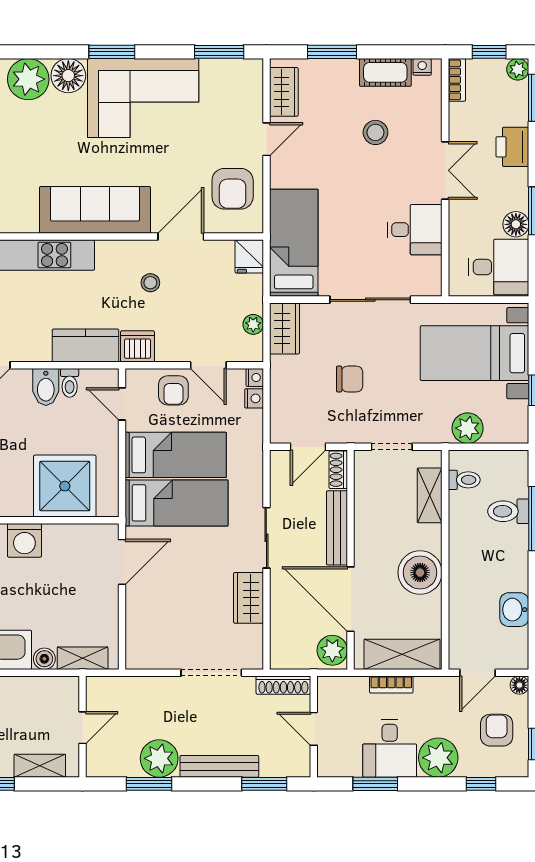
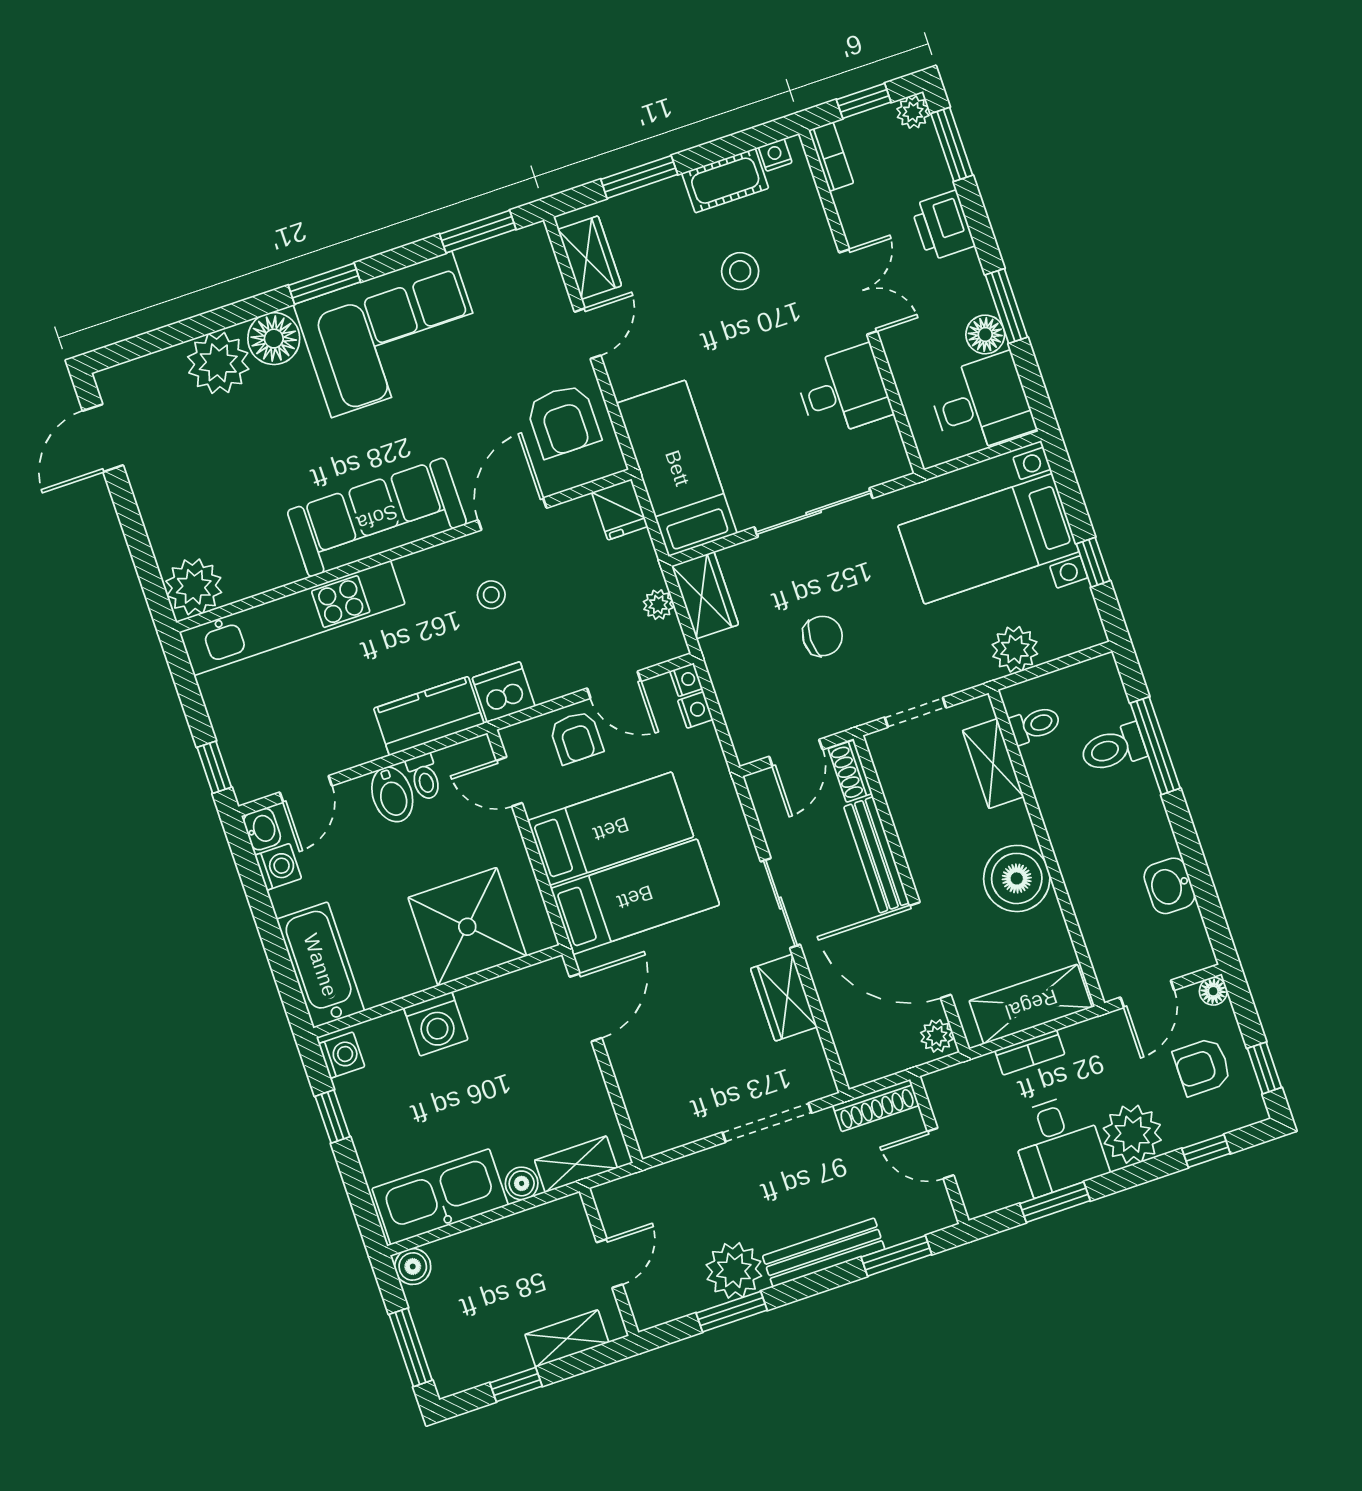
plant: (332, 650) -> (937, 1036), width x0.73, depth x0.73
armchair: (497, 730) -> (1202, 1067), turned -90

